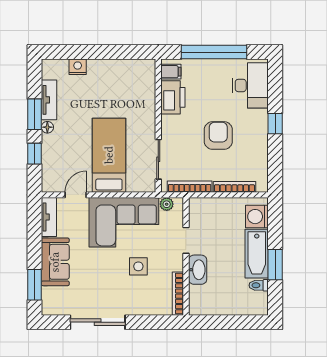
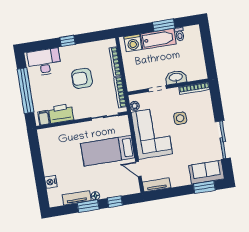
sofa: (55, 262) -> (206, 172), moved

